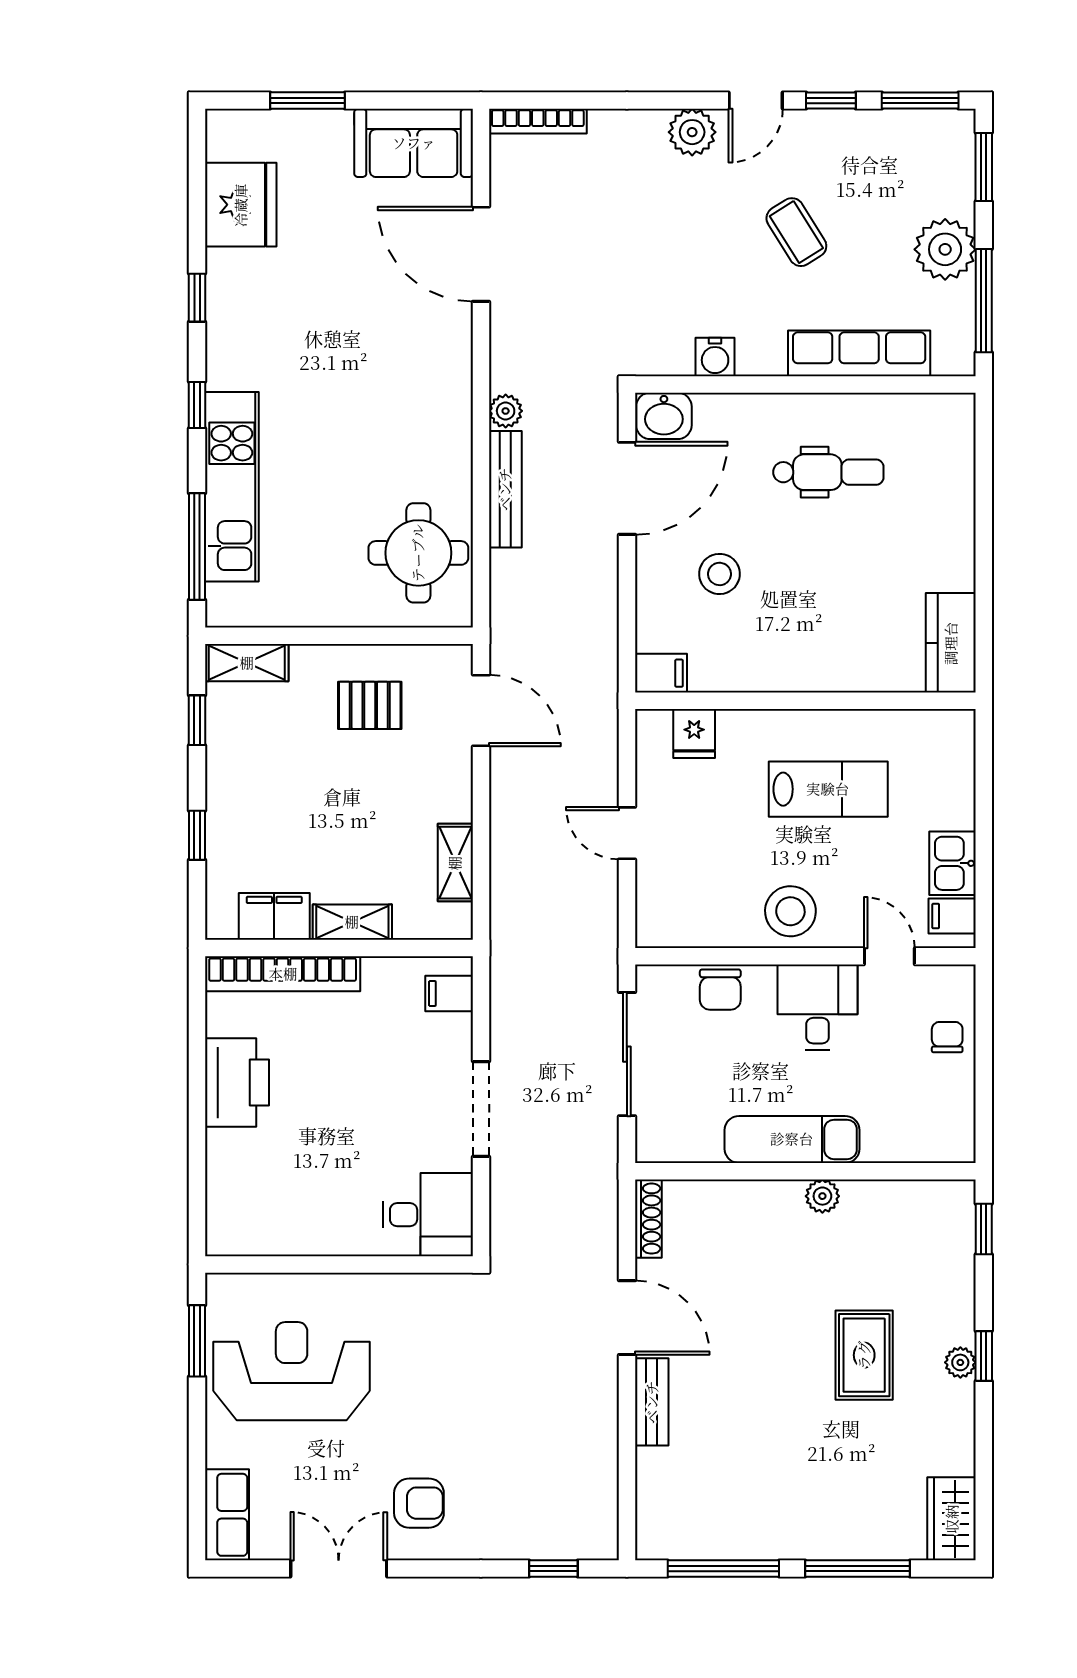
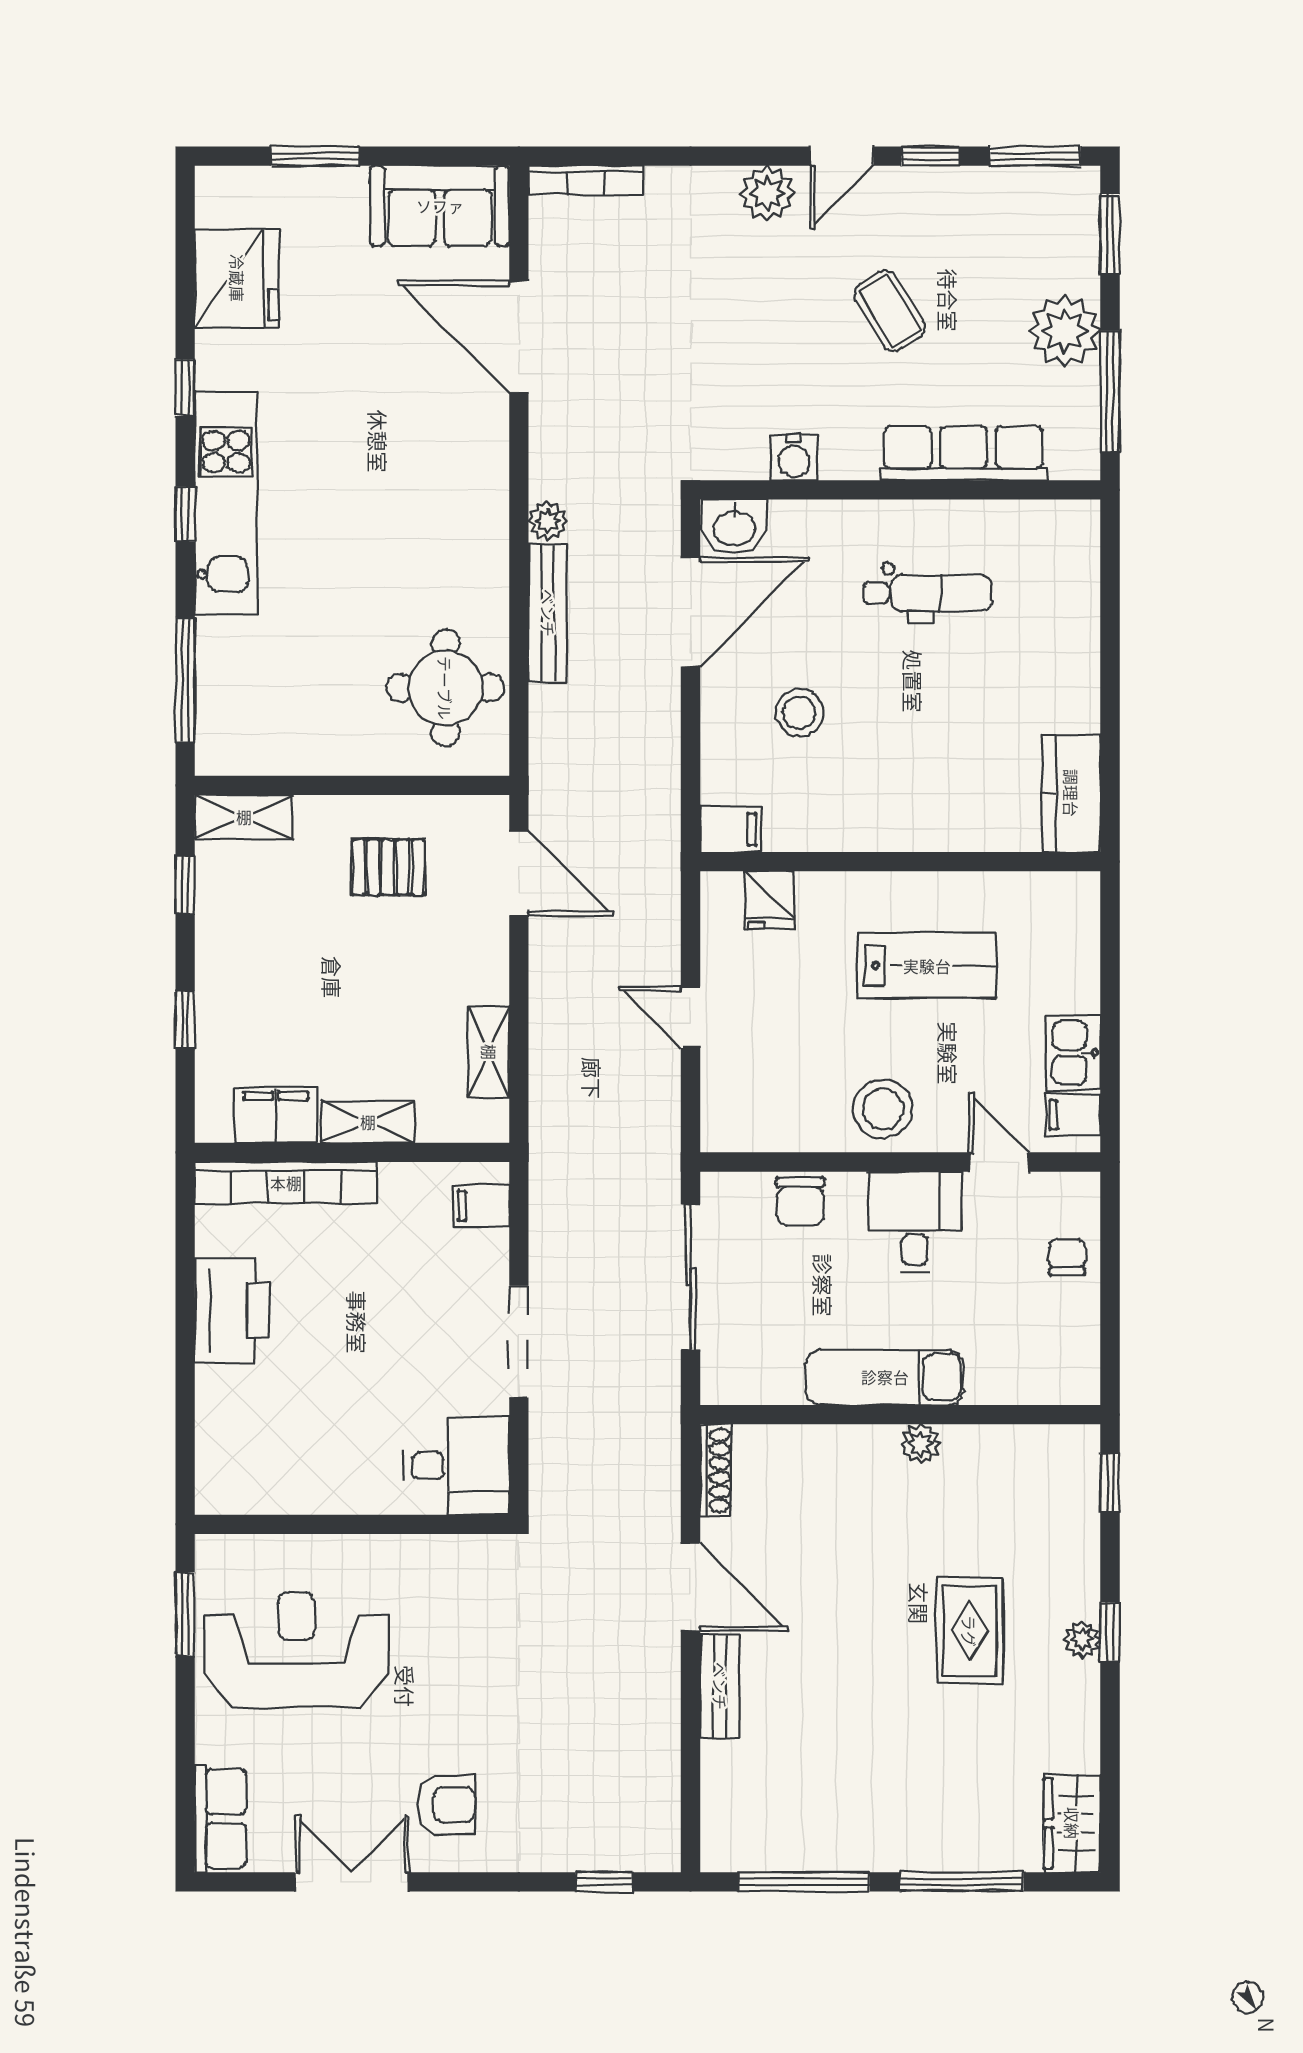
kitchen unit: (232, 487) -> (226, 503), moved

